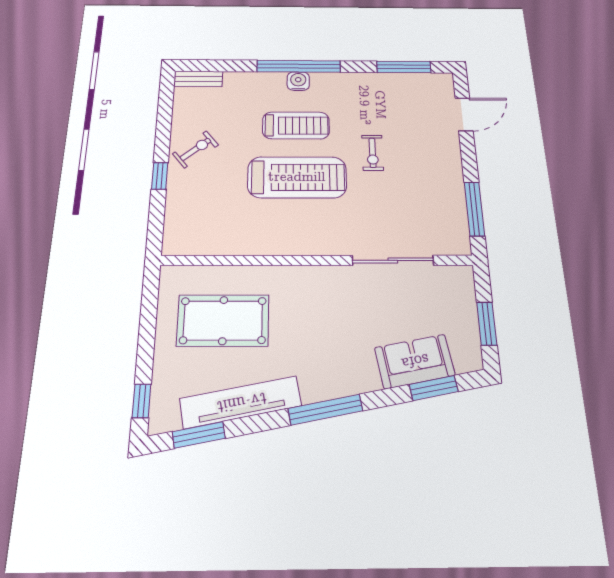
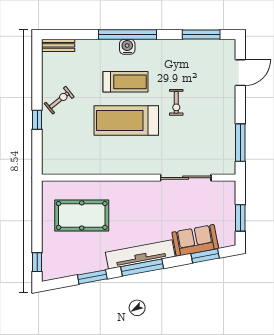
treadmill: (297, 177) -> (126, 120), turned 180
tv unit: (241, 402) -> (140, 254), moved
window: (199, 435) -> (92, 277), moved

